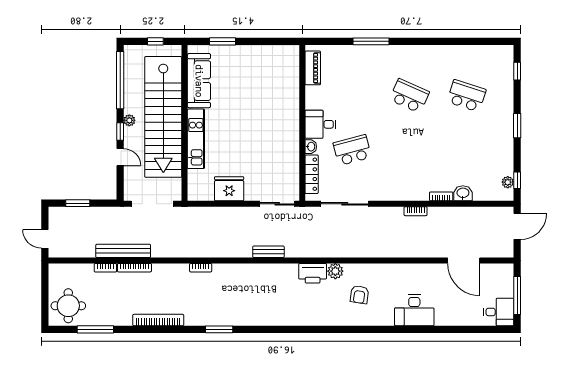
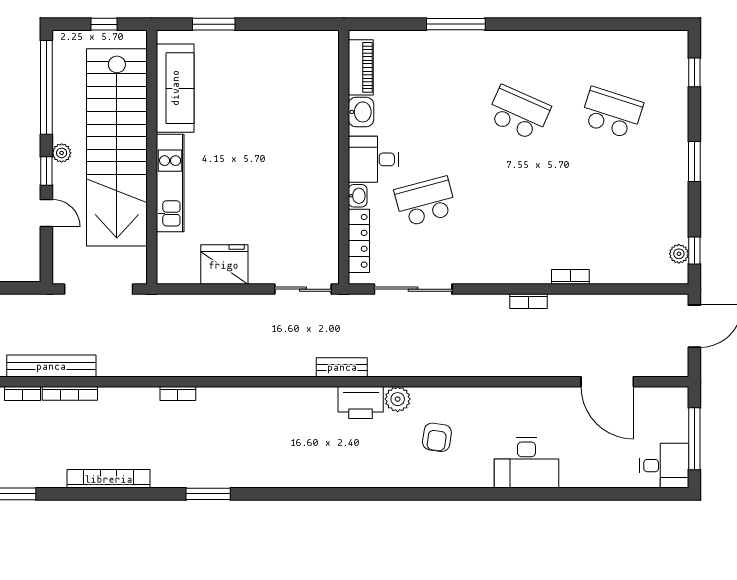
washbasin: (463, 193) -> (361, 112), moved, turned 90
bench: (268, 252) -> (342, 367), moved

